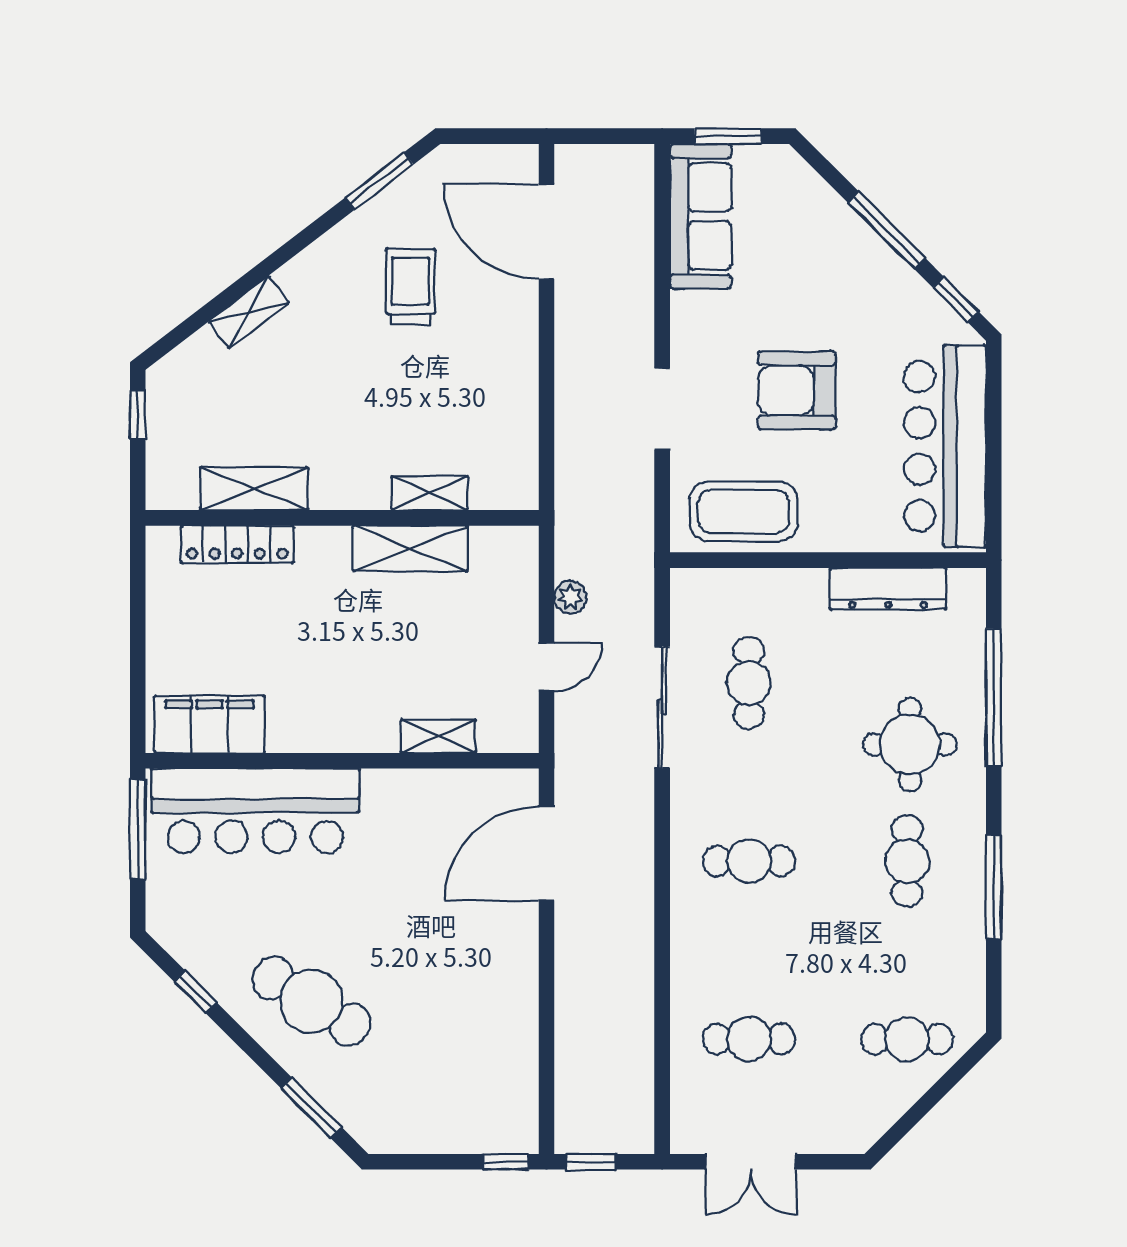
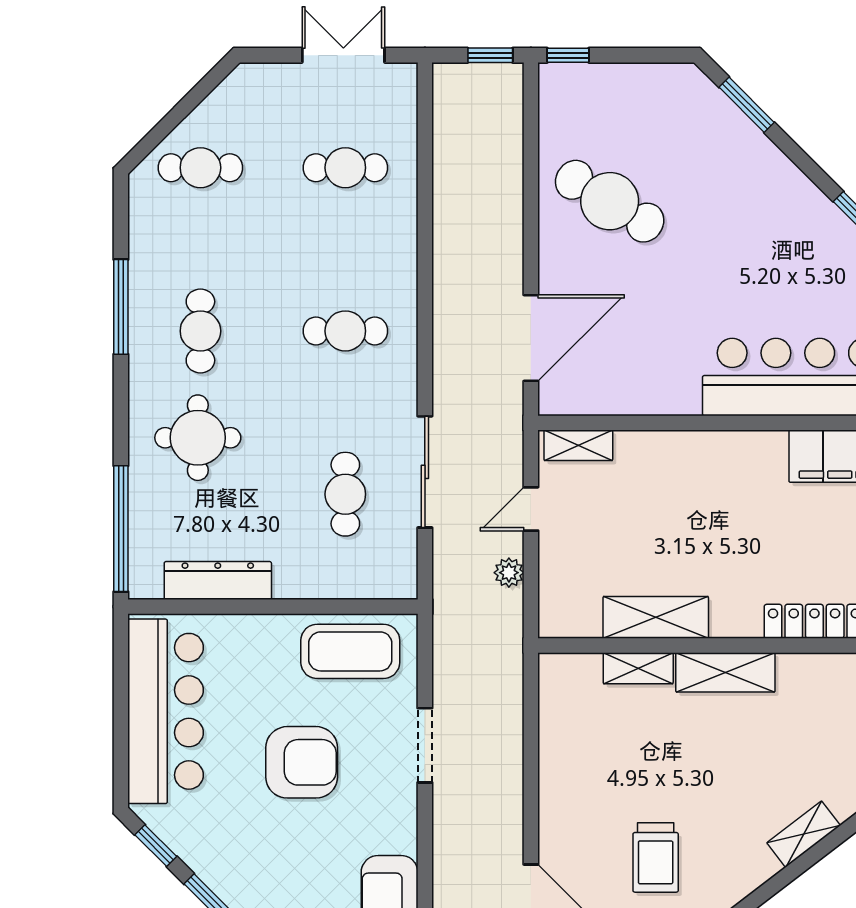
shelving: (254, 488) -> (725, 672), moved
window: (994, 697) -> (121, 529), moved
shelving: (438, 736) -> (578, 445), moved
cafe table: (311, 1001) -> (610, 201), moved

